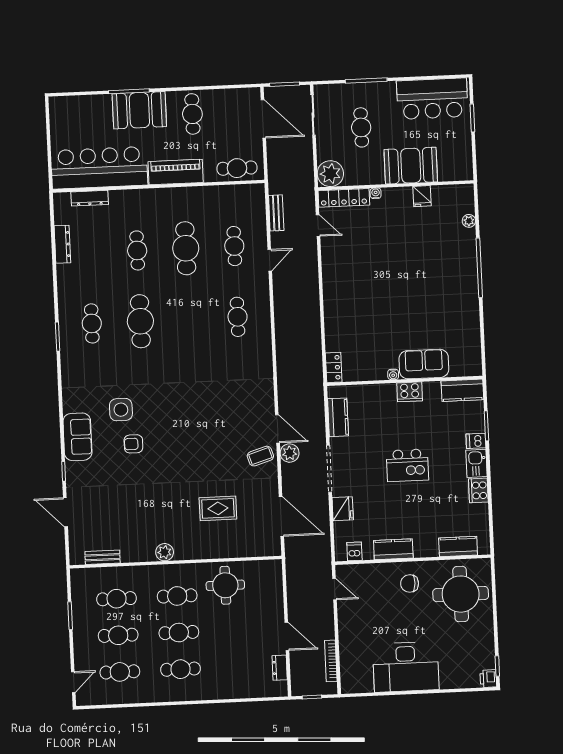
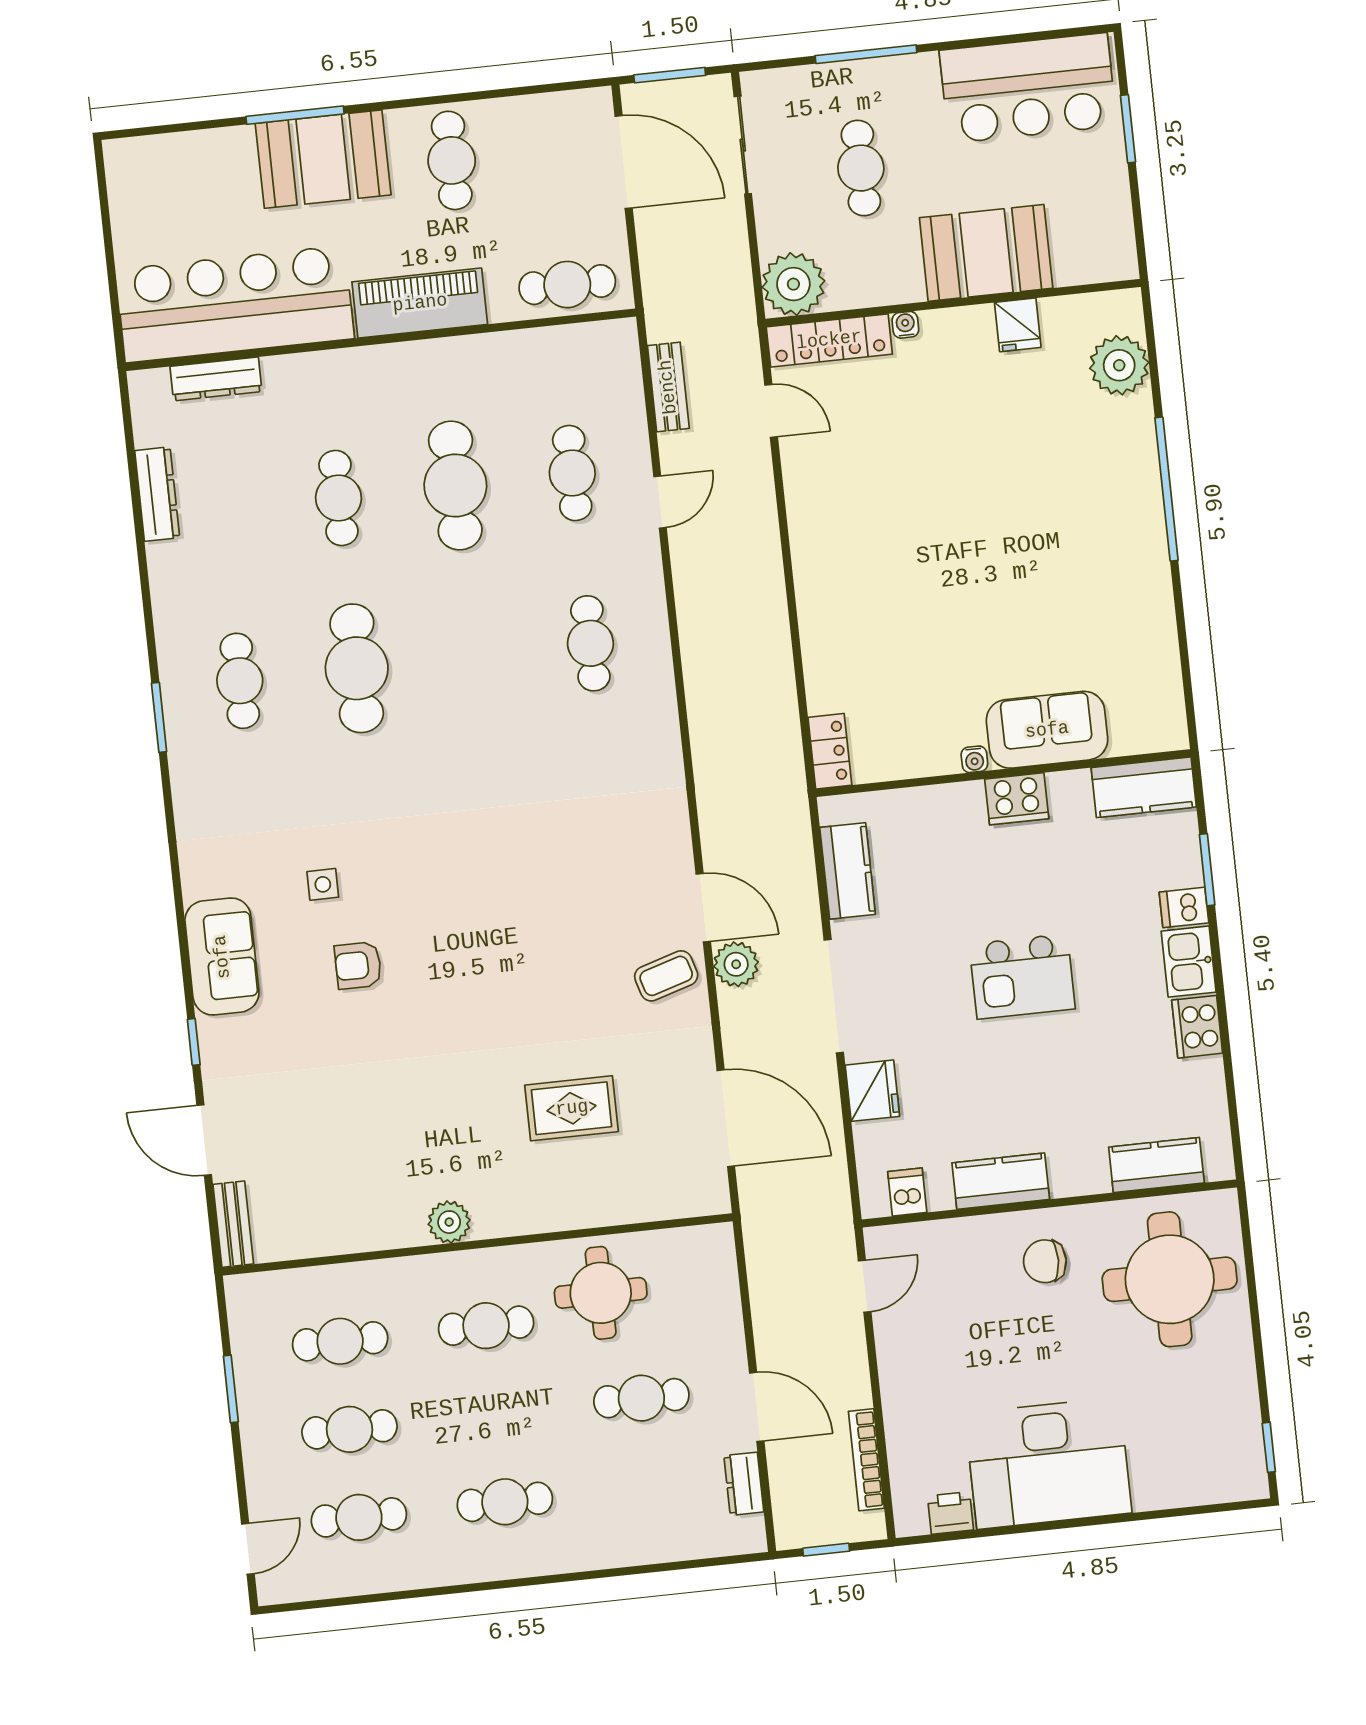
plant: (469, 221) -> (1119, 365), width x1.87, depth x1.87
side table: (121, 410) -> (323, 884), width x0.54, depth x0.54
bench: (103, 557) -> (233, 1224), moved, turned 90
door: (335, 589) -> (865, 1286), hinge flipped
cafe table: (179, 633) -> (641, 1398), moved
printer: (488, 679) -> (950, 1513), moved, turned 90

